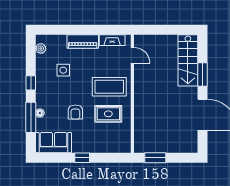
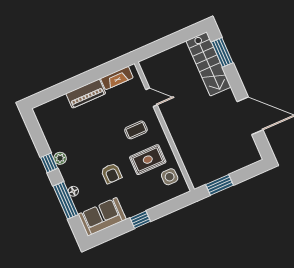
plant: (41, 48) -> (60, 158), moved
door: (132, 55) -> (151, 97), moved
side table: (63, 70) -> (170, 177), moved
window: (202, 74) -> (222, 52), moved
coffee table: (109, 87) -> (136, 130), width x0.54, depth x0.58

